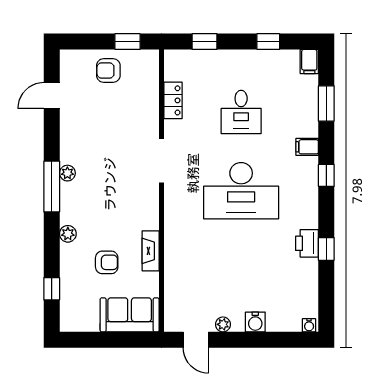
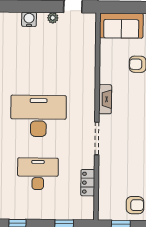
desk: (241, 112) -> (38, 174), width x1.37
fireplace: (151, 251) -> (105, 99), moved

